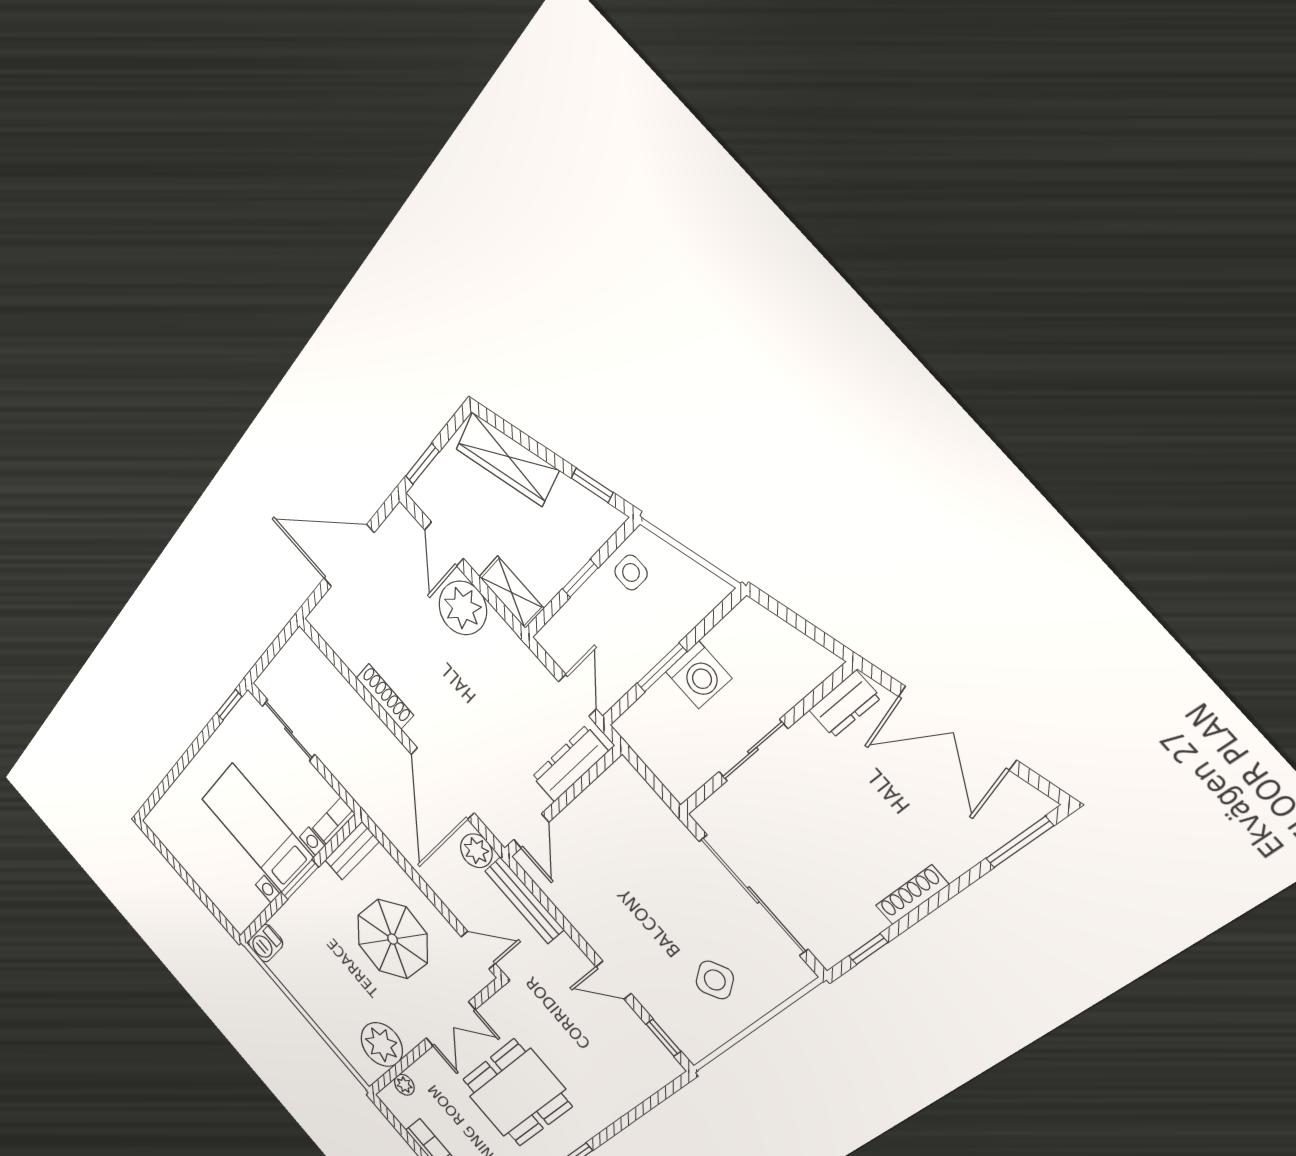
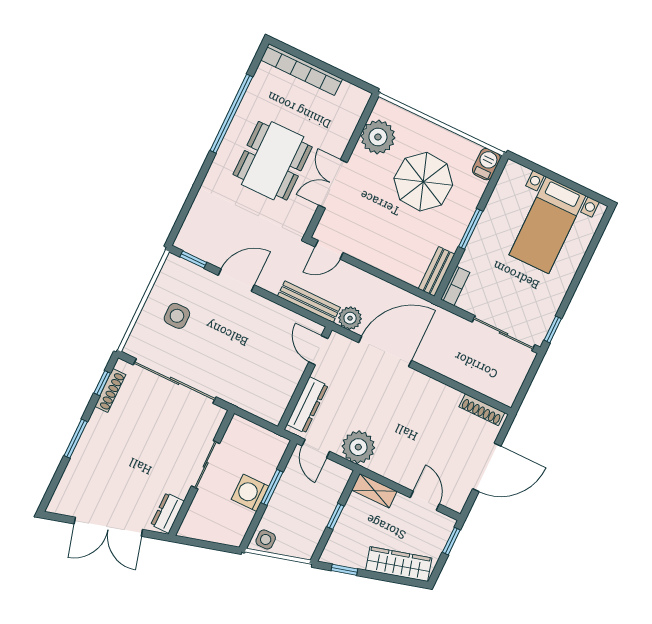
side table: (631, 573) -> (266, 539), moved
plant: (463, 608) -> (358, 447), moved
shoe rack: (385, 696) -> (482, 410), moved
double door: (957, 728) -> (108, 527), swing flipped
sliding door: (289, 730) -> (503, 333), width x1.37
door: (443, 783) -> (385, 351), hinge flipped
bed with nightstands: (257, 828) -> (547, 225), moved, turned 90
window: (1019, 842) -> (76, 439), moved
shoe rack: (912, 895) -> (110, 391), moved
parasol: (393, 939) -> (423, 182), moved
door: (613, 980) -> (236, 280), width x1.38
side table: (715, 980) -> (177, 316), turned 32
plant: (404, 1085) -> (353, 115), removed

